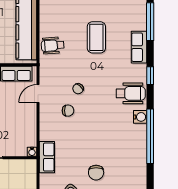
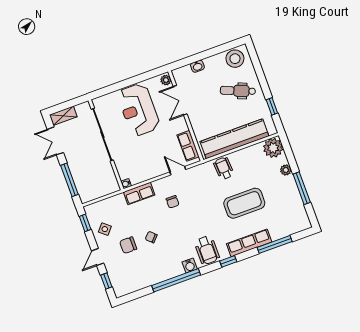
coffee table: (96, 37) -> (244, 203), width x1.36, depth x1.32
row of seats: (139, 47) -> (249, 243), width x1.48
chair: (78, 89) -> (151, 237), moved
row of seats: (47, 157) -> (139, 193), moved

